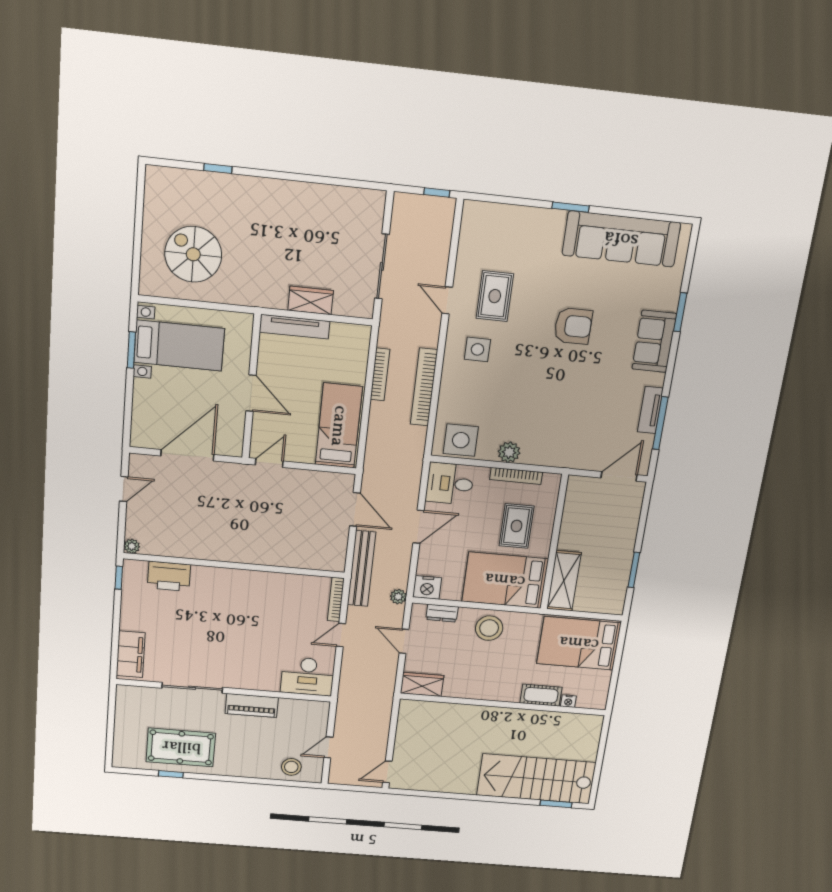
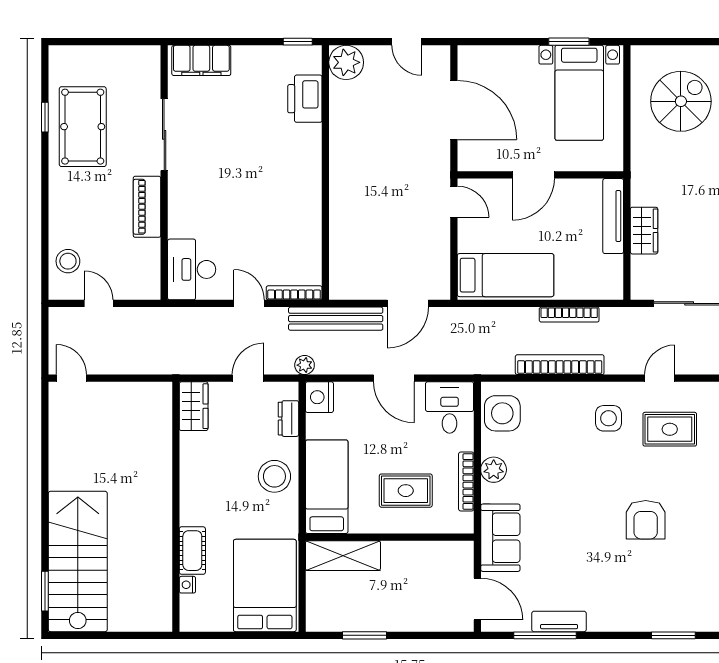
sofa: (654, 341) -> (500, 538), moved, turned 90
plant: (132, 546) -> (346, 62), width x1.88, depth x1.88
bed: (505, 580) -> (327, 487), width x0.67

